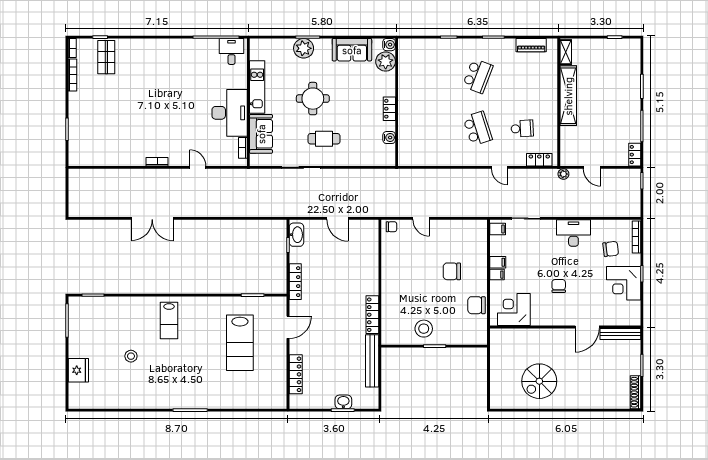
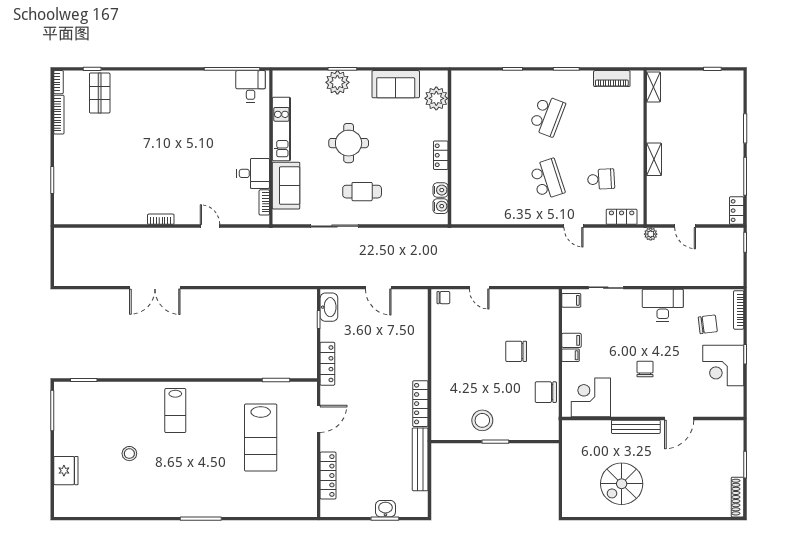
water cooler: (389, 45) -> (441, 206), moved
shelving: (568, 96) -> (654, 159), width x0.45, depth x0.75
desk: (230, 113) -> (253, 173), width x0.53, depth x0.77
bench: (620, 334) -> (636, 427), moved

